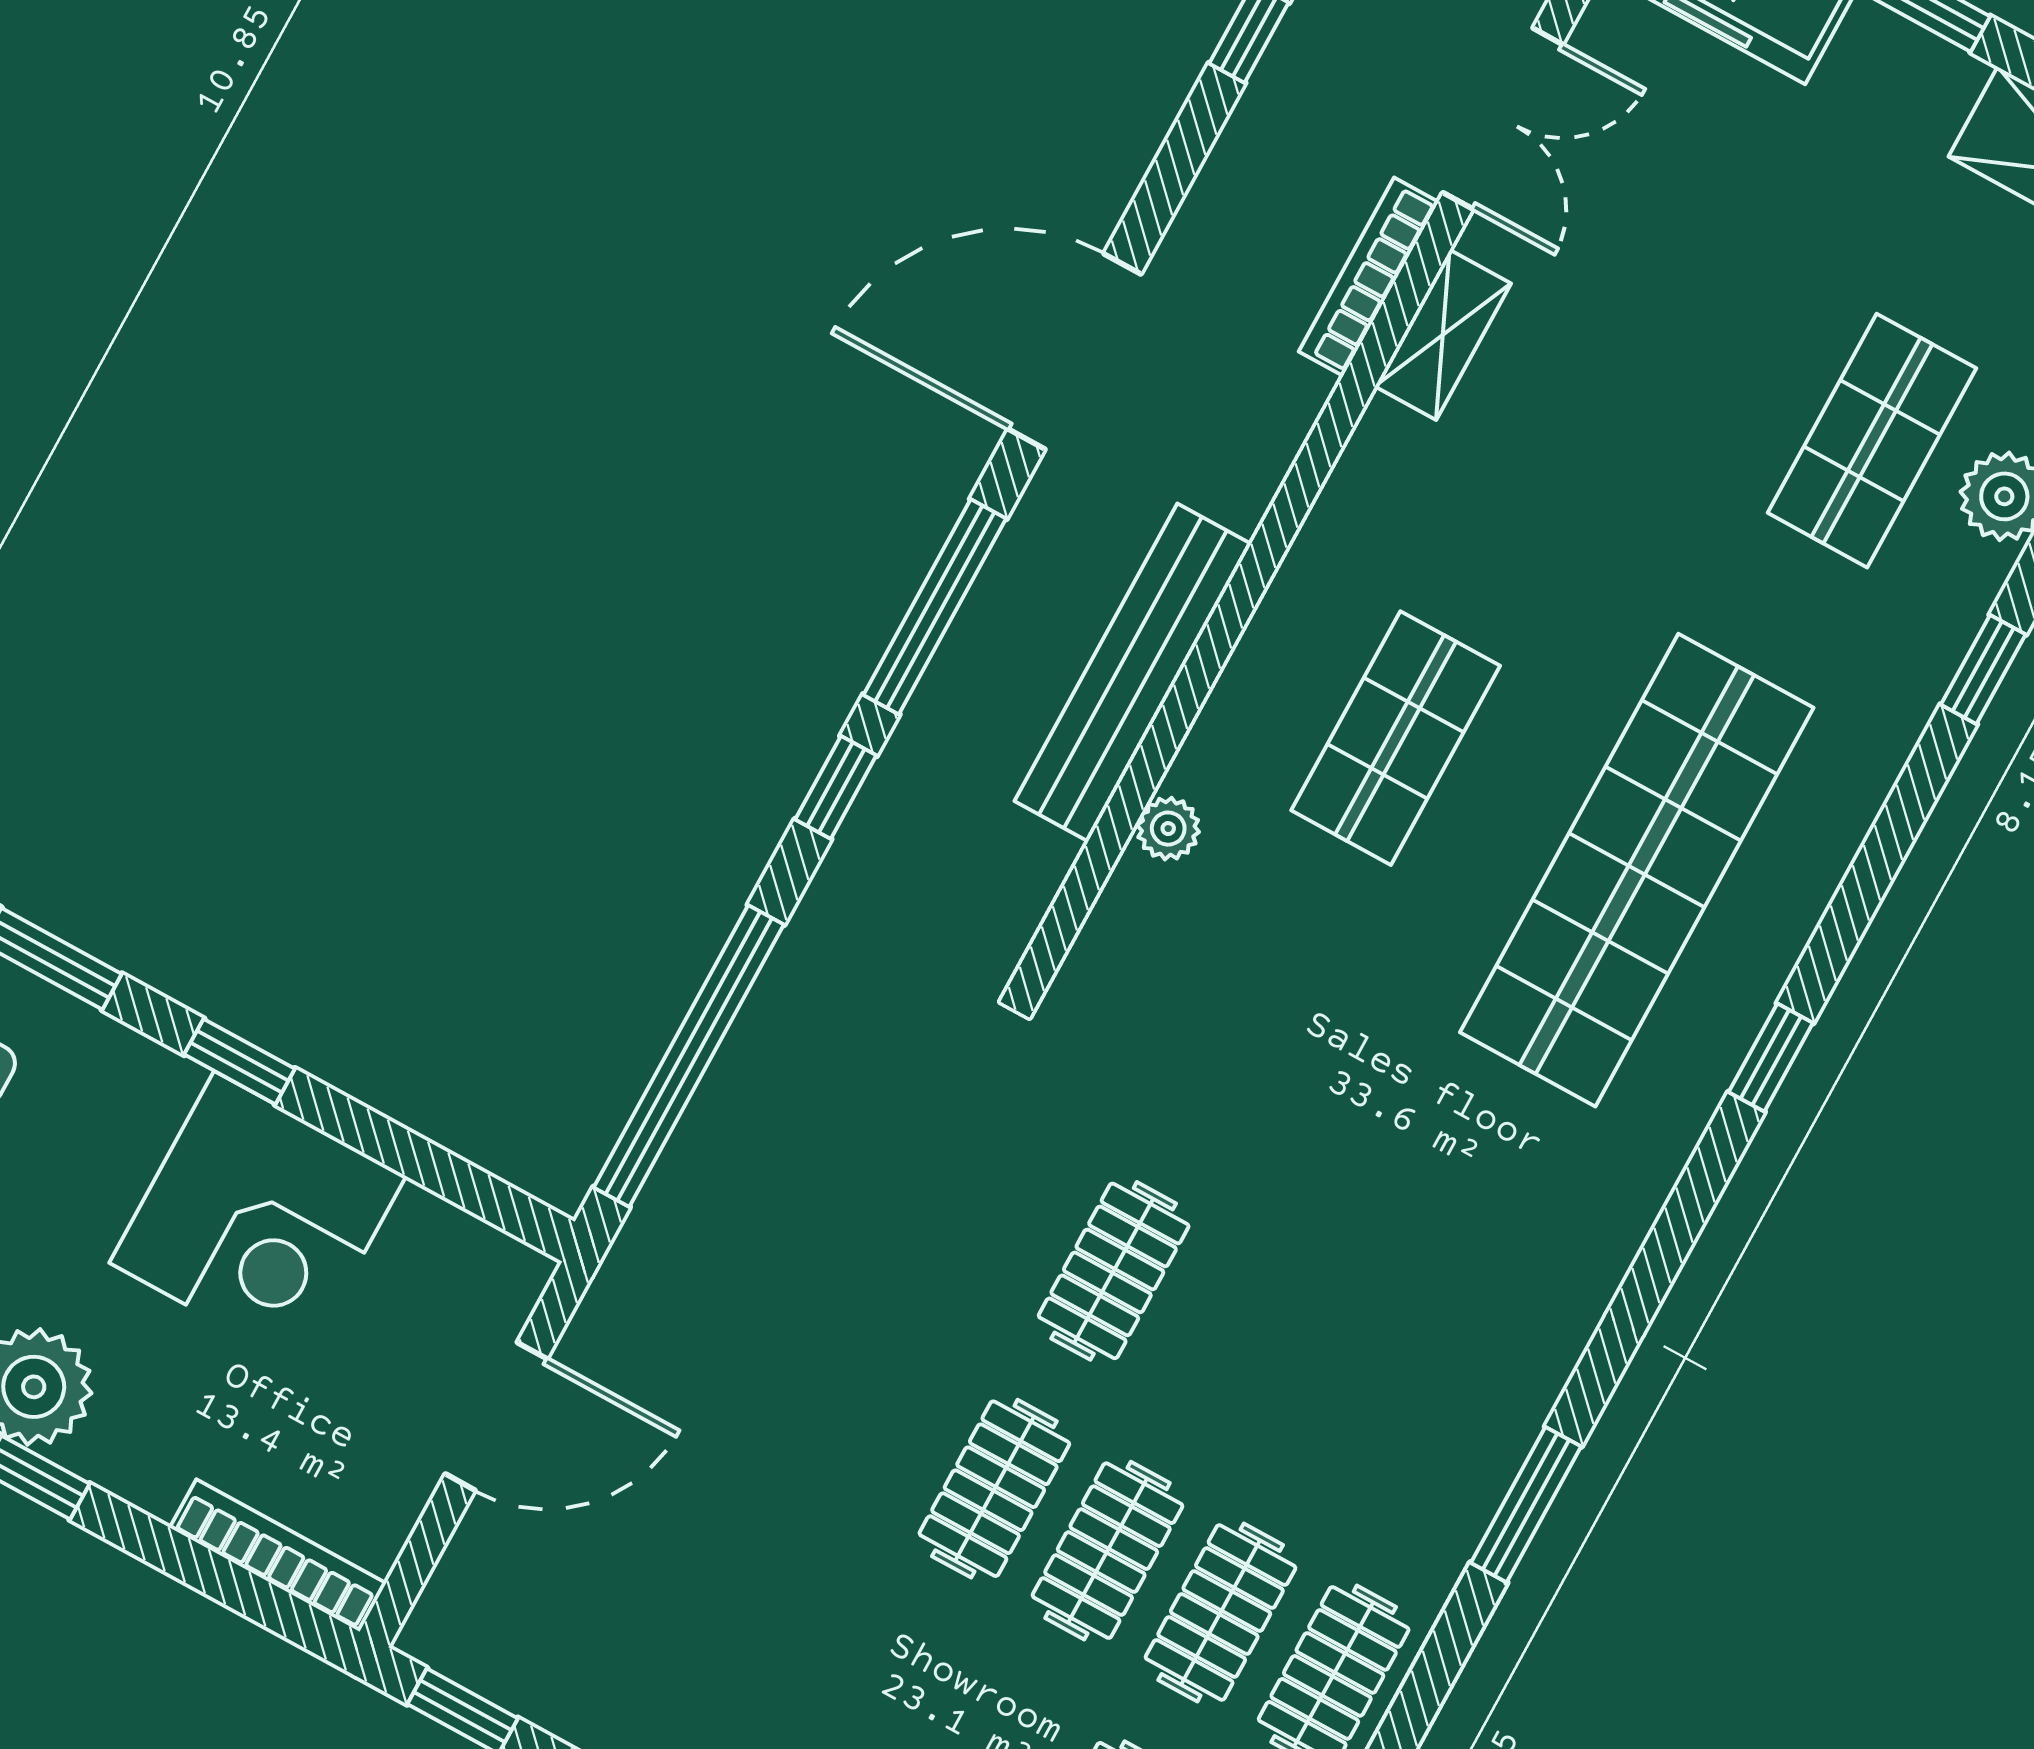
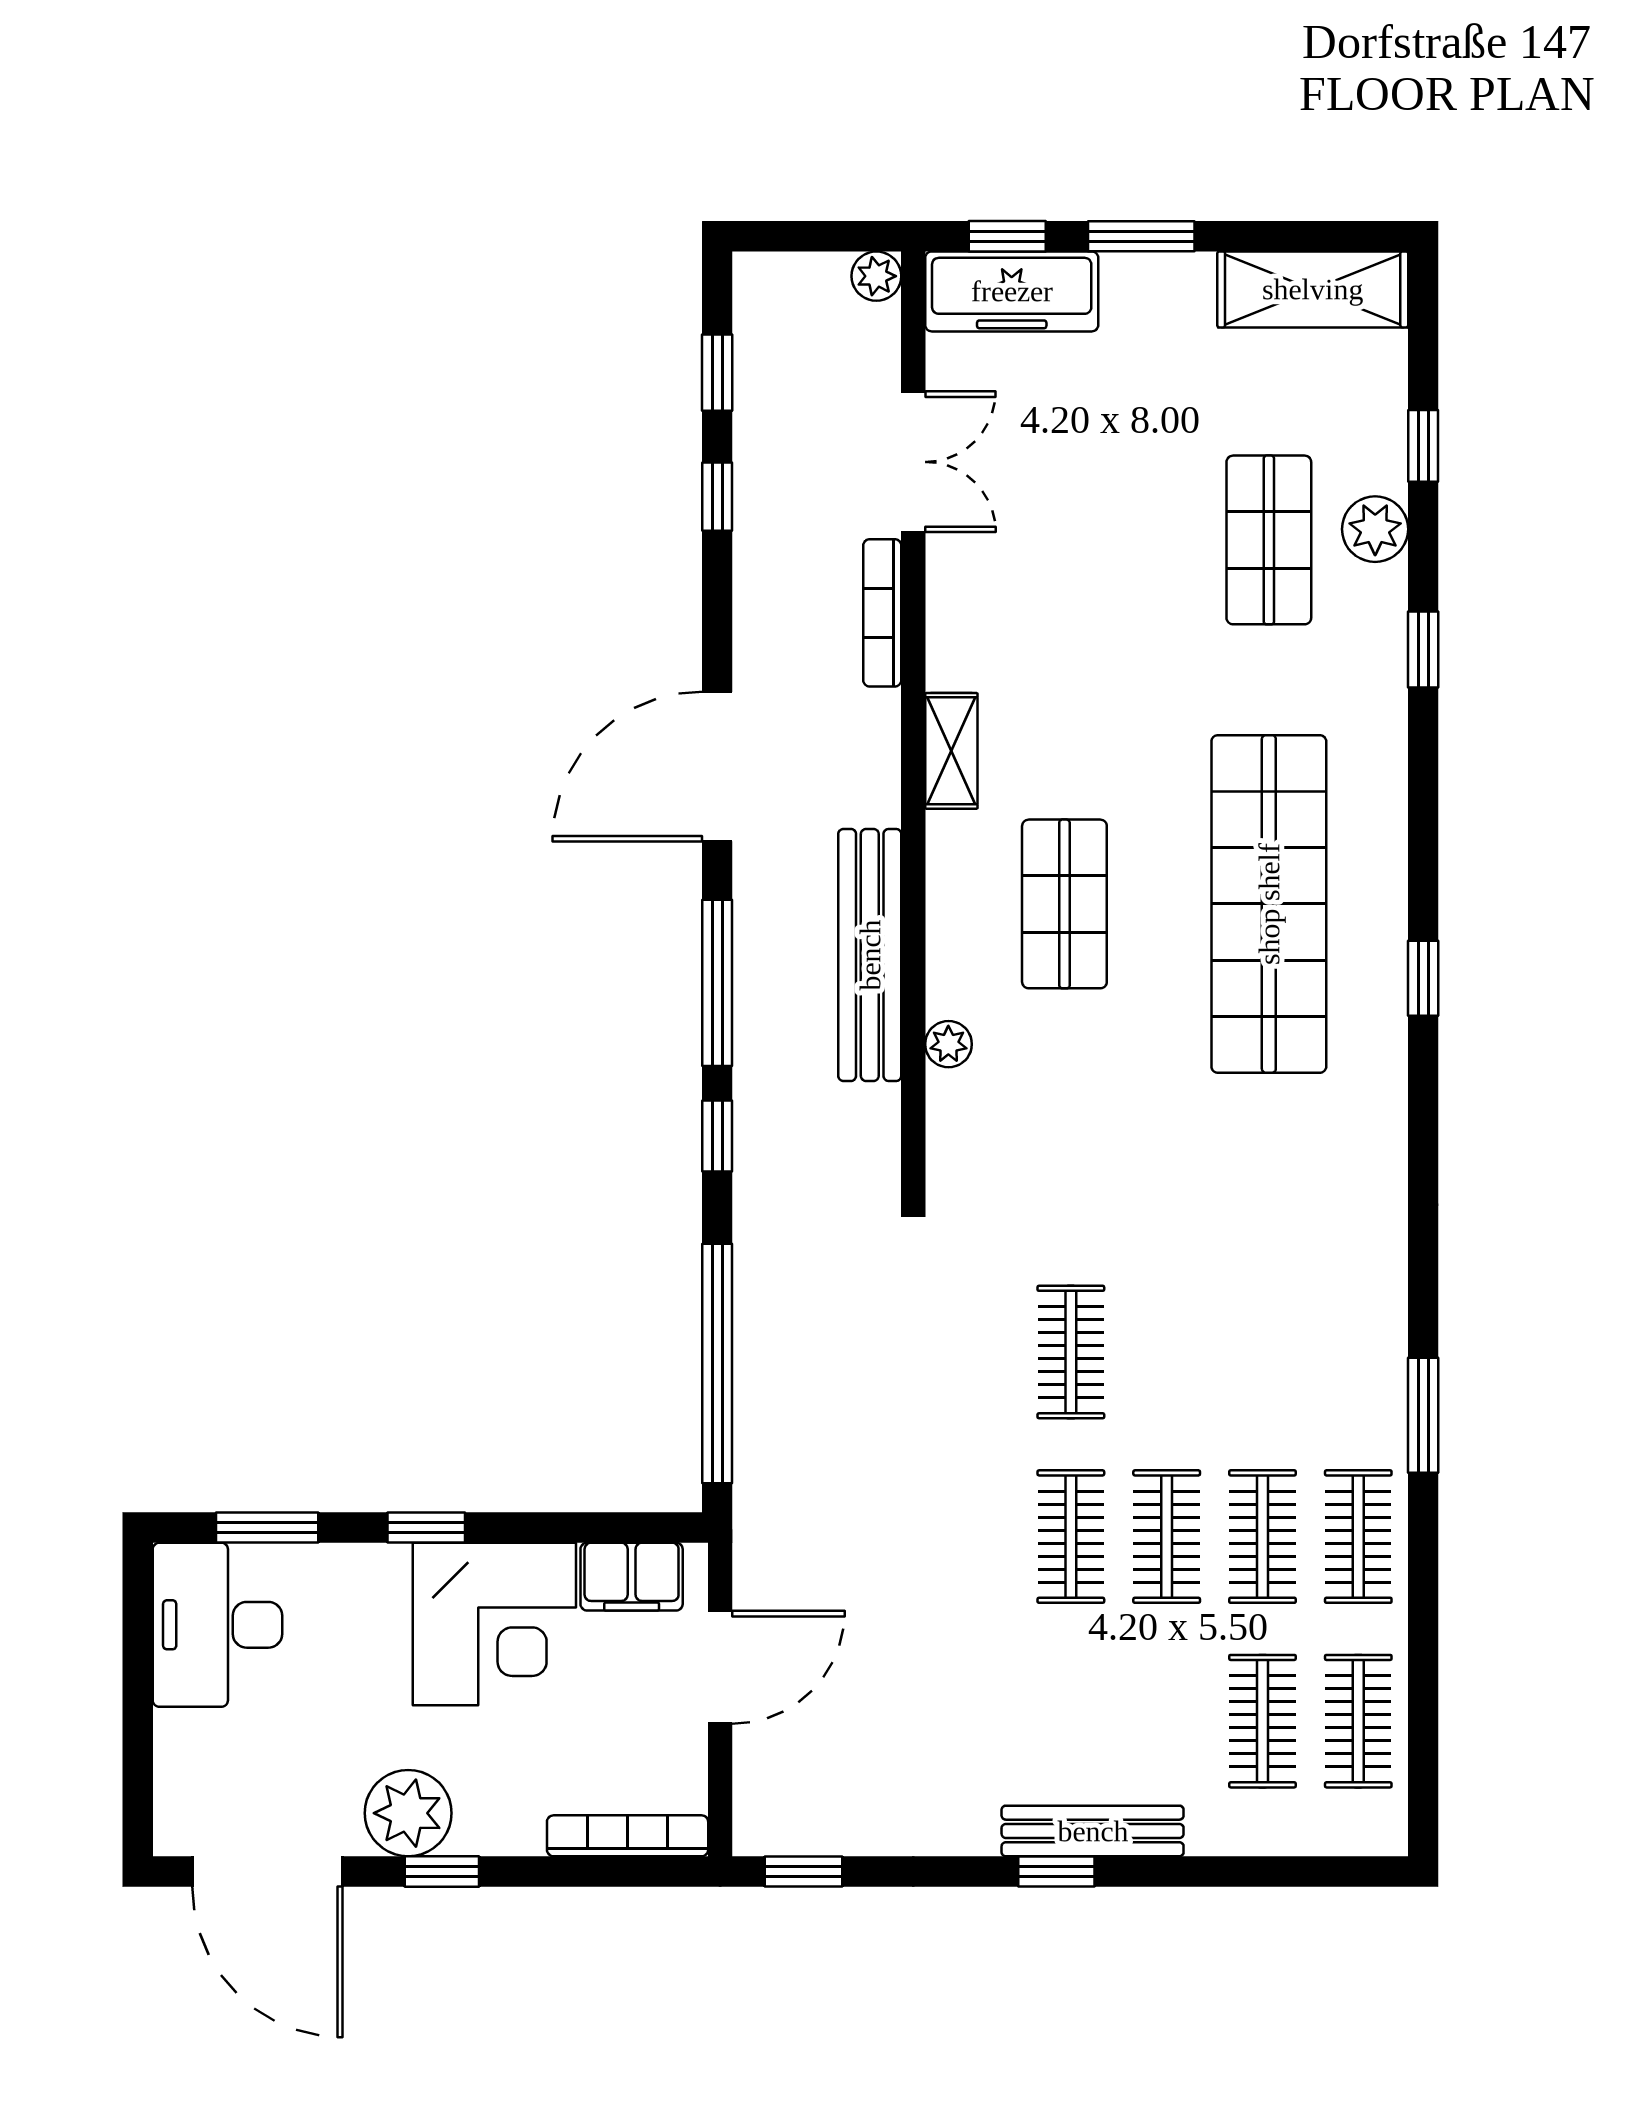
shelving: (1443, 335) -> (951, 751), moved
filing cabinet: (450, 1252) -> (632, 1577), added
window: (1526, 1505) -> (1423, 1415), moved

